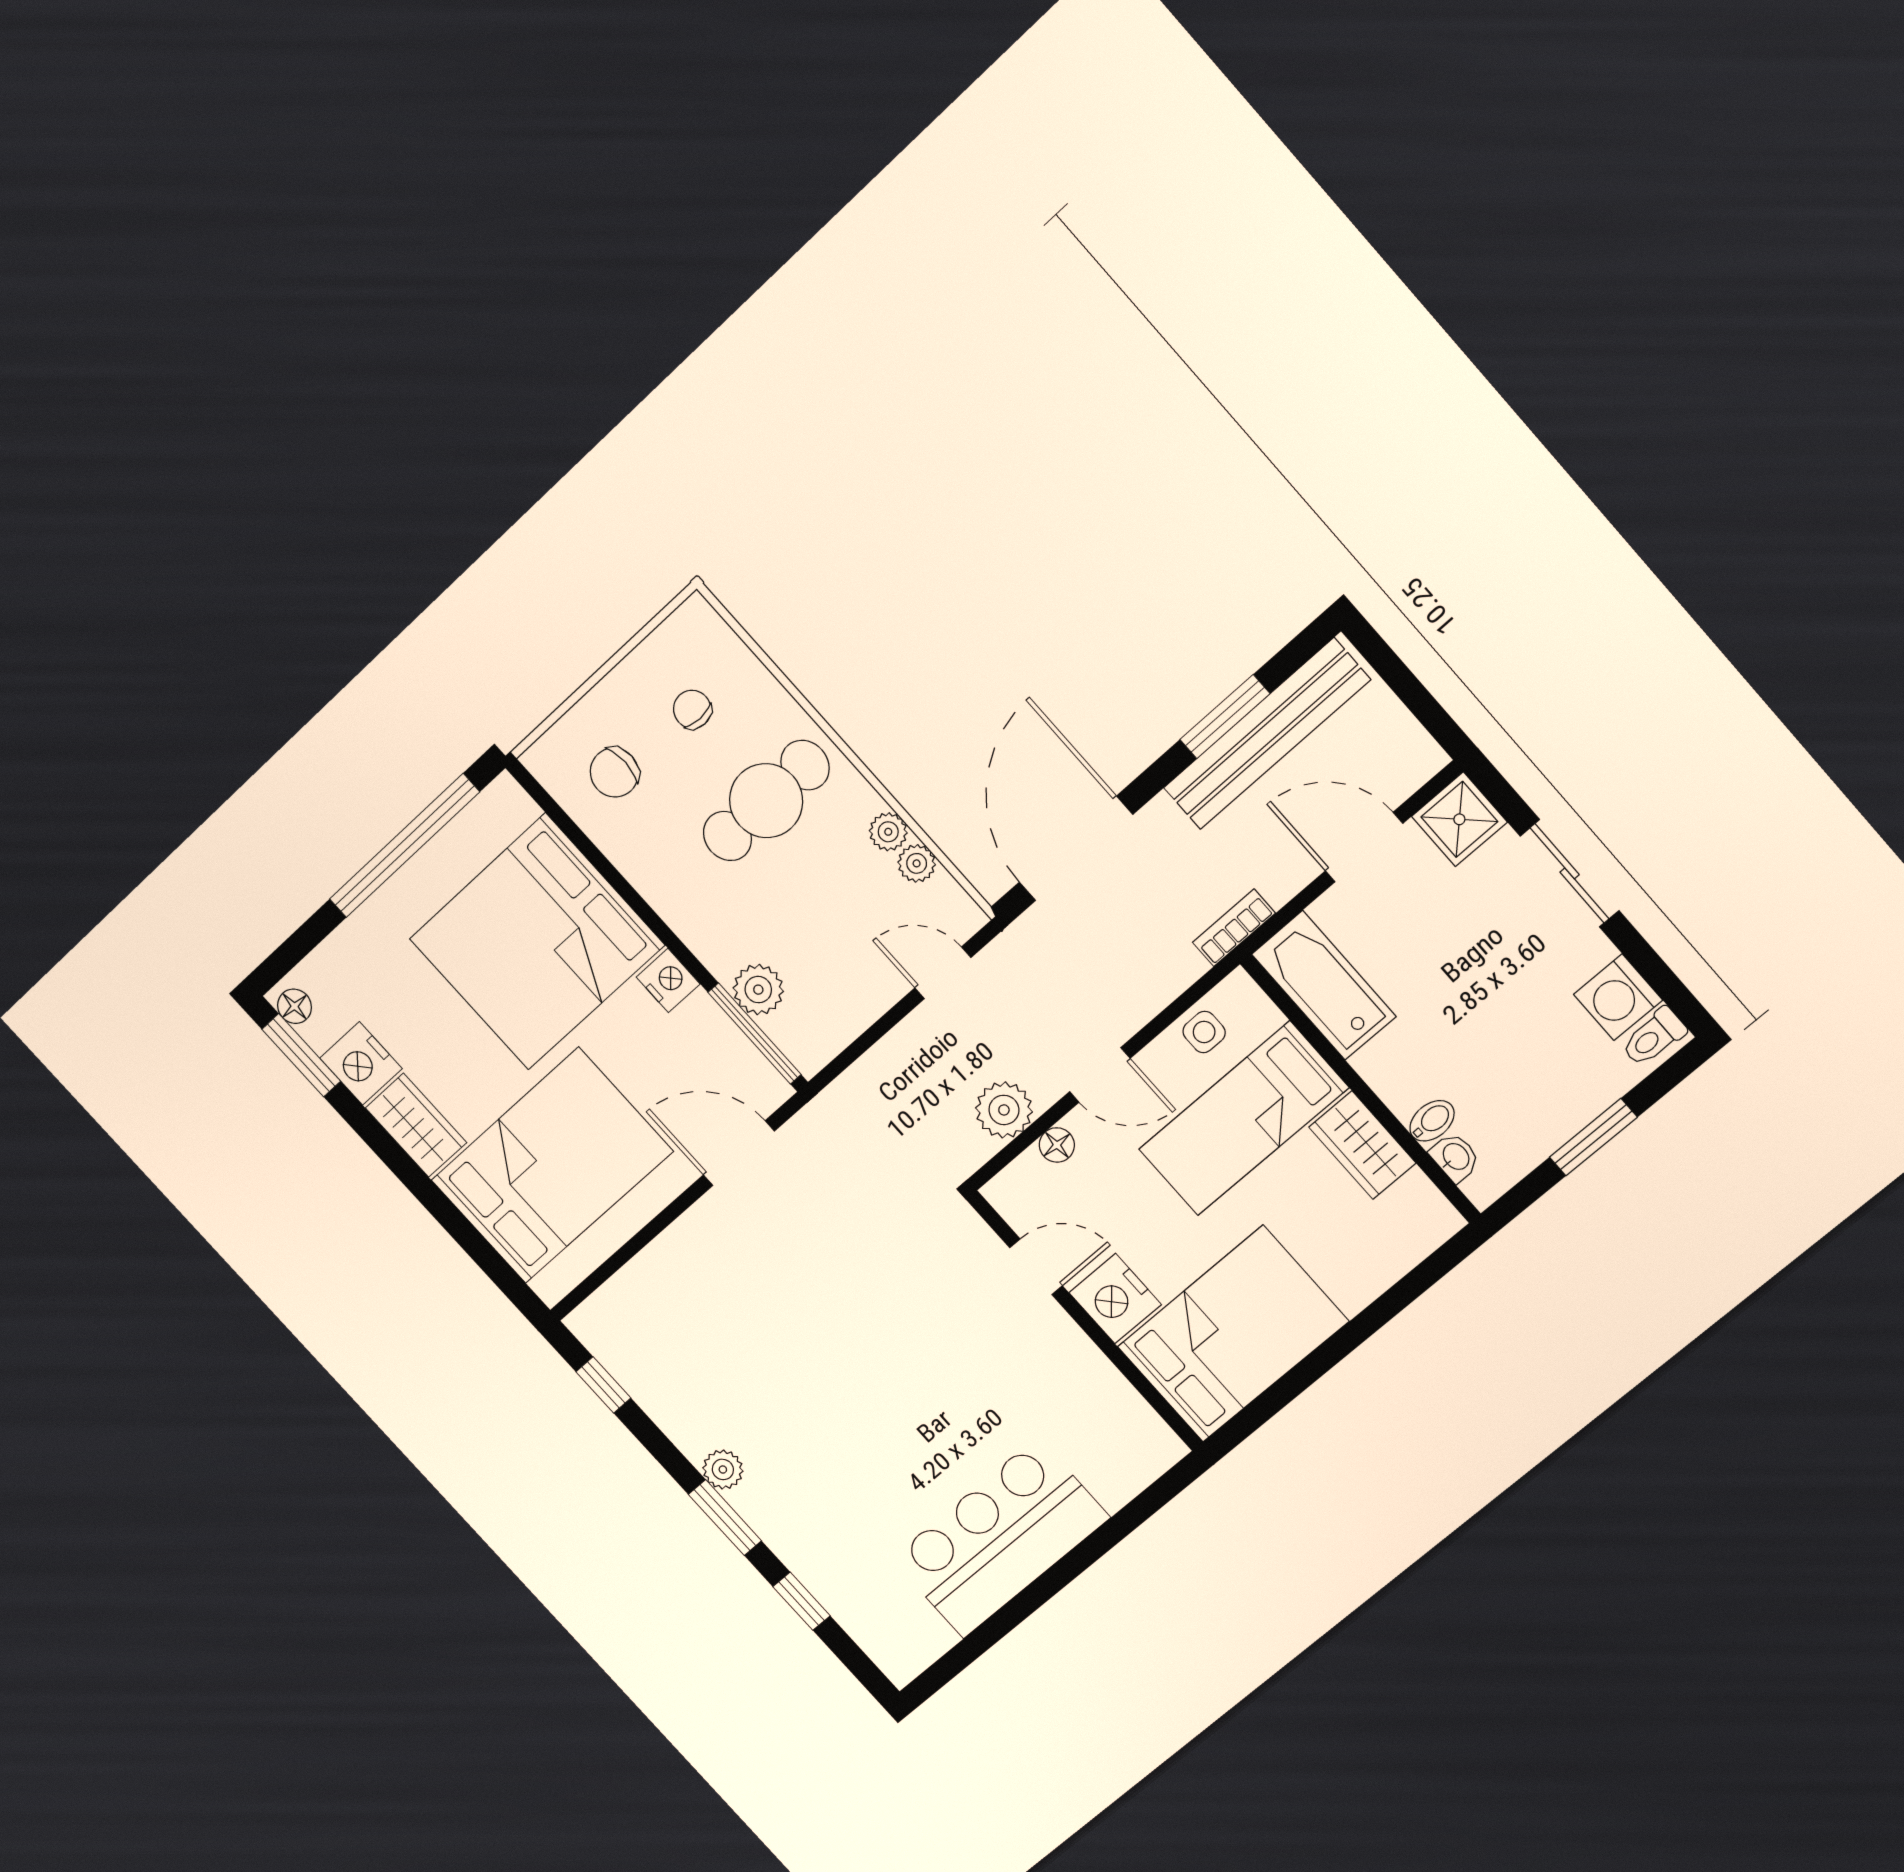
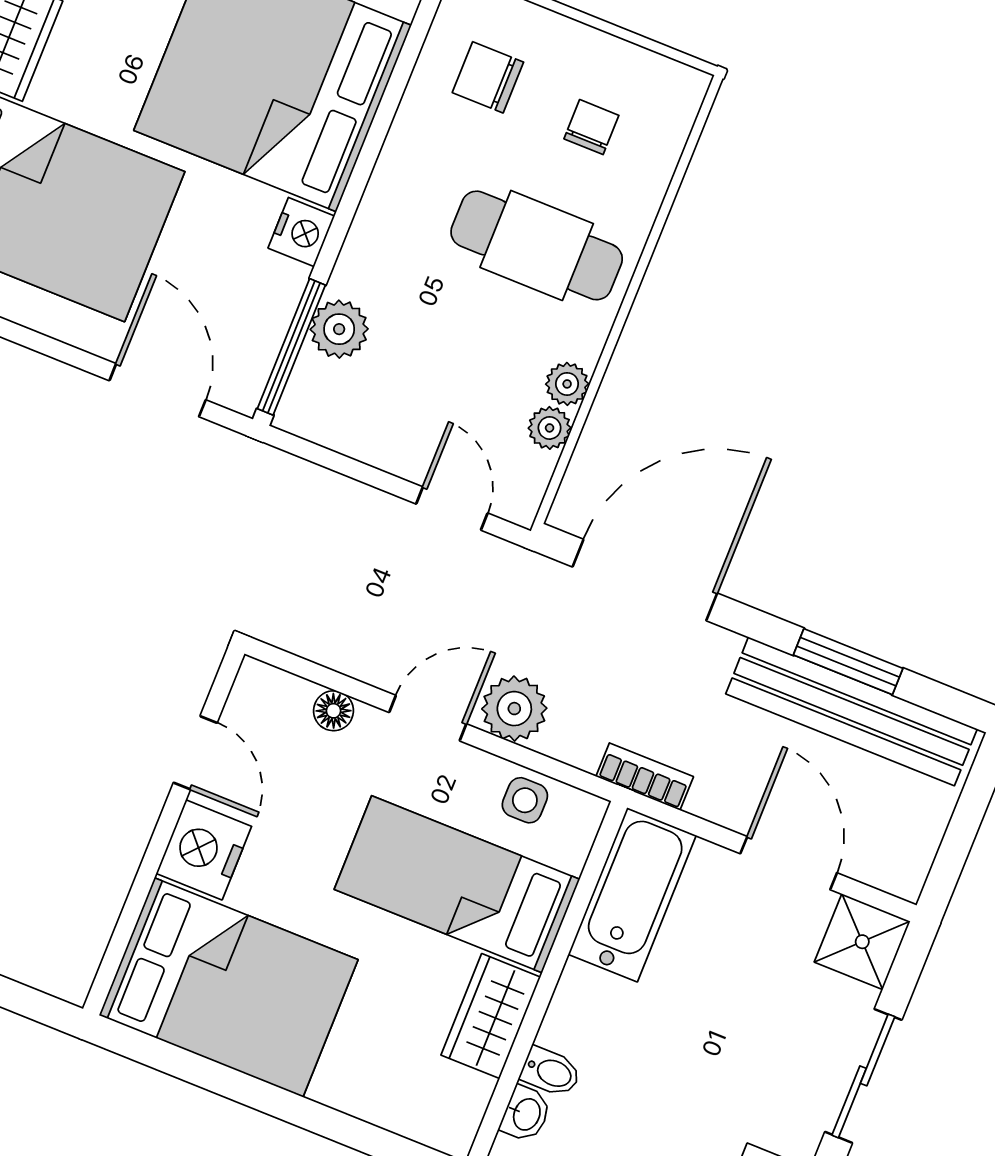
door: (1100, 1075) -> (428, 718), swing flipped
plant: (1004, 1110) -> (514, 709), moved

